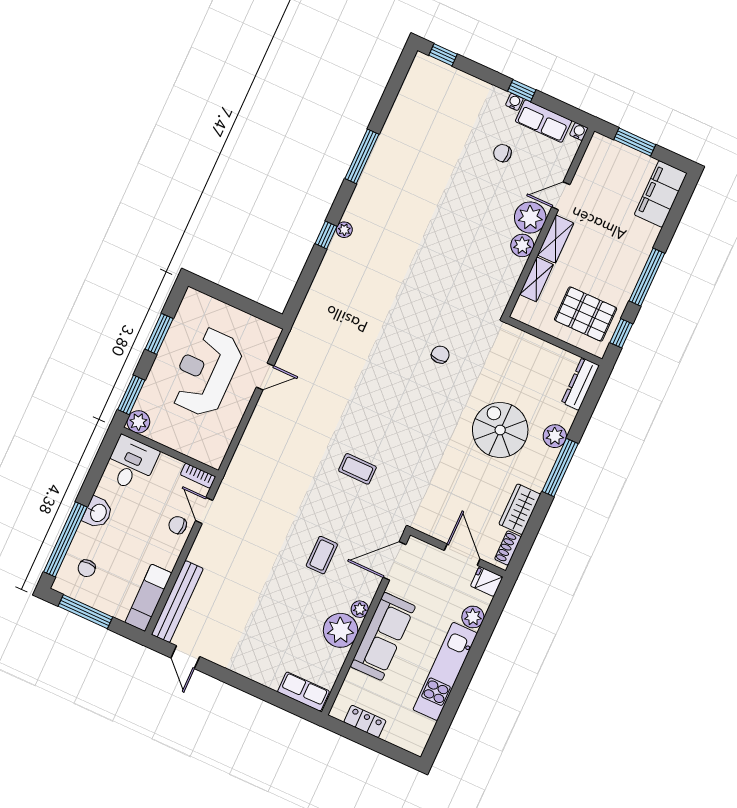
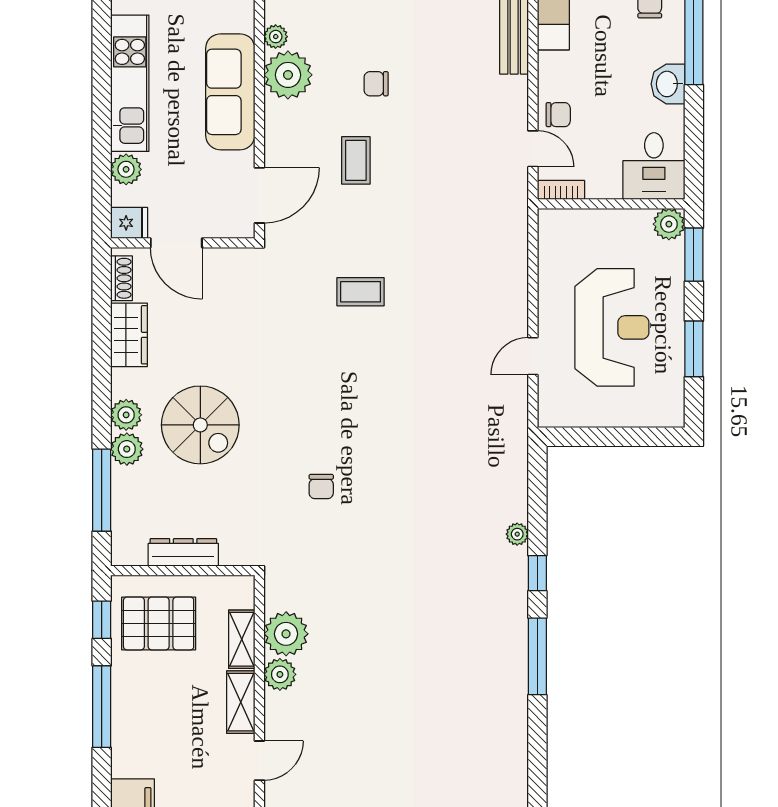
chair: (502, 153) -> (376, 84), moved, turned 180
window: (362, 156) -> (537, 656), moved
plant: (530, 217) -> (286, 634), moved
plant: (344, 230) -> (517, 534), moved
dresser: (580, 384) -> (183, 552), moved, turned -90
plant: (545, 458) -> (126, 415), added
window: (560, 468) -> (102, 490), moved
plant: (360, 609) -> (276, 37), moved

